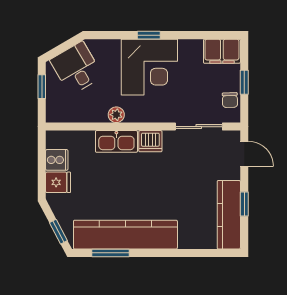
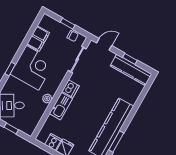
window: (149, 35) -> (10, 69), moved
filing cabinet: (222, 51) -> (38, 39), moved

